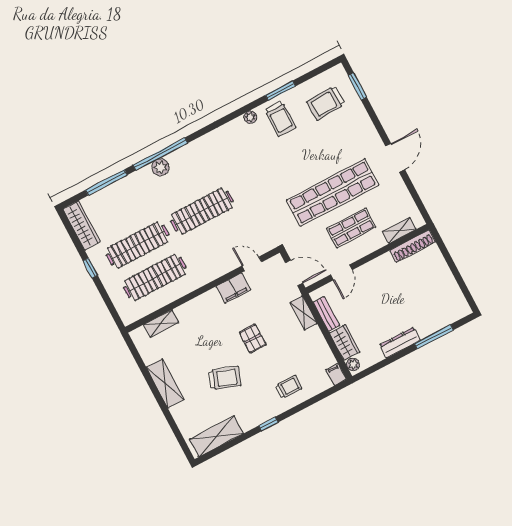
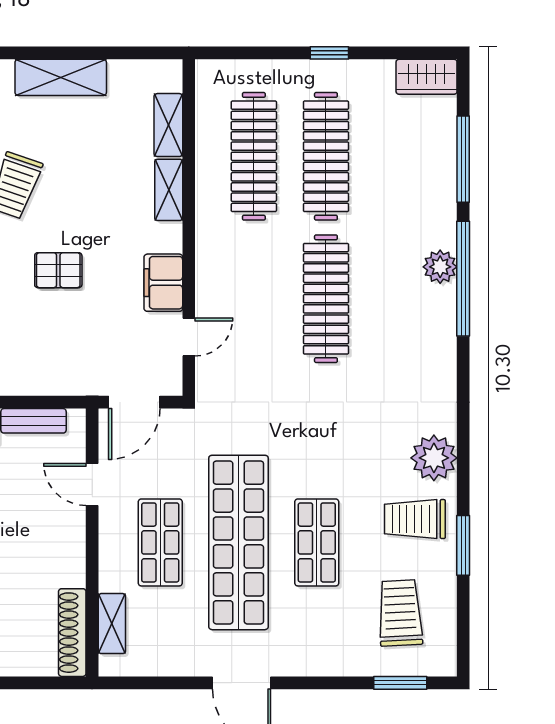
plant: (250, 117) -> (434, 458), width x1.87, depth x1.87
shop shelf: (314, 157) -> (317, 542), added
wardrobe: (82, 225) -> (427, 77), width x0.67
shelving: (304, 313) -> (169, 190), moved, turned 90

